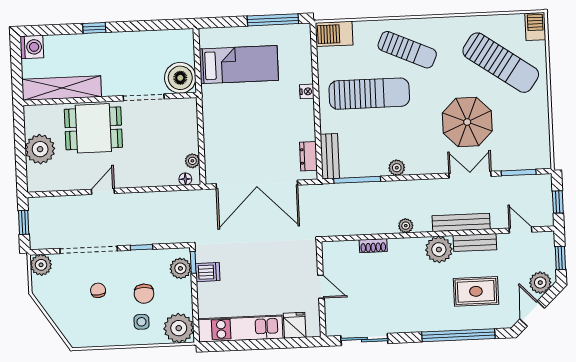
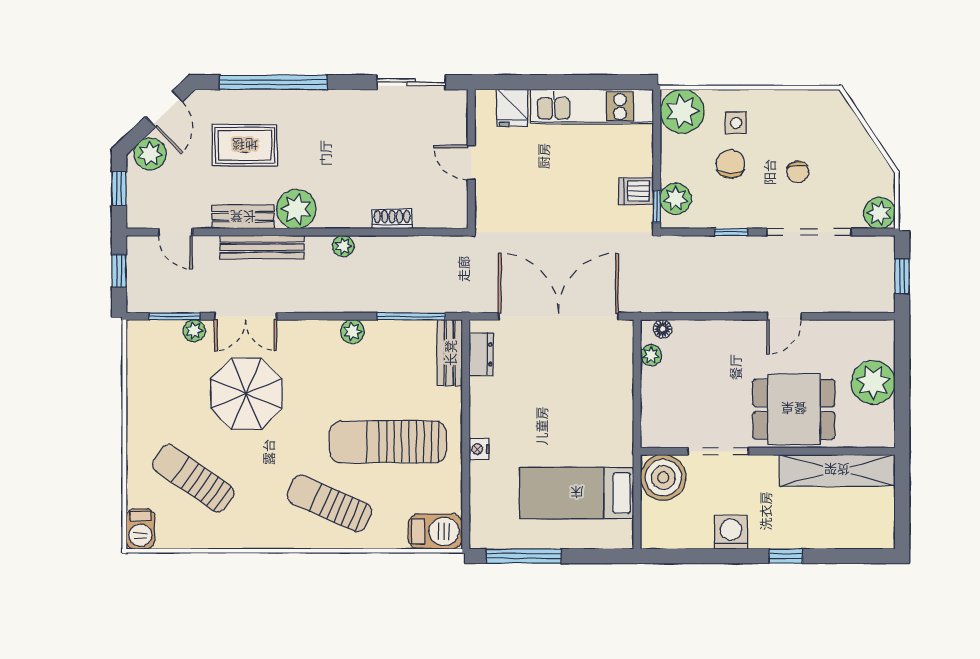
washing machine: (32, 47) -> (731, 532), moved, turned 90
sun lounger: (501, 63) -> (193, 478), width x0.73, depth x0.75
plant: (505, 163) -> (194, 331), added

